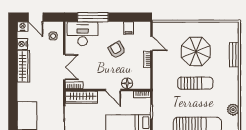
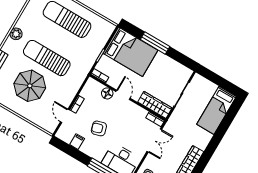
armchair: (117, 50) -> (99, 128), turned 103
double door: (64, 67) -> (154, 140), swing flipped
sun lounger: (195, 83) -> (47, 58), width x1.36, depth x1.34
plant: (233, 110) -> (16, 34), moved

